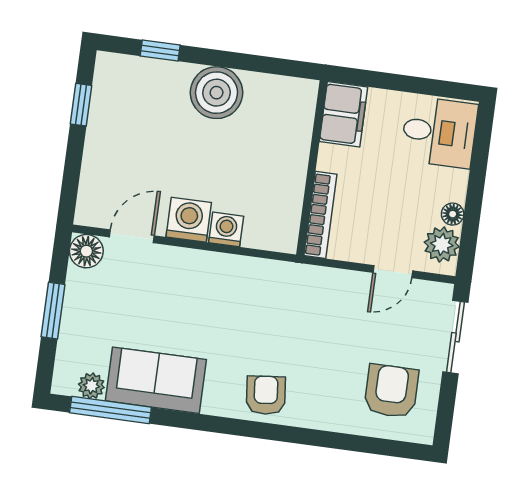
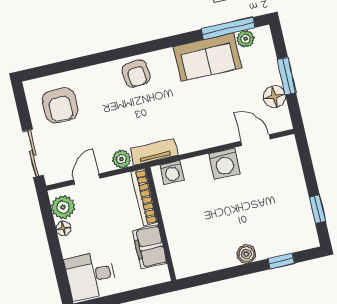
boiler: (217, 93) -> (246, 254), width x0.54, depth x0.54
filing cabinet: (343, 114) -> (150, 247), moved
washing machine: (226, 229) -> (172, 172), moved
door: (132, 236) -> (255, 140), swing flipped
floor lamp: (86, 251) -> (274, 97), moved
tv unit: (283, 274) -> (154, 152), added
plant: (333, 281) -> (121, 159), added

